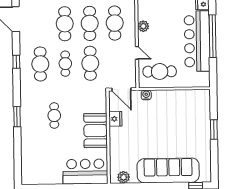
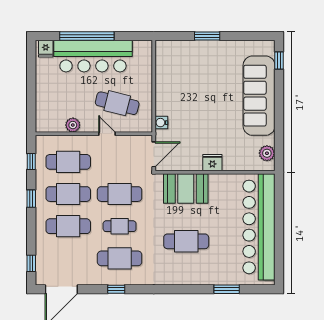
door: (137, 53) -> (107, 134), hinge flipped
cafe table: (160, 71) -> (117, 103), moved, turned -76
cafe table: (54, 116) -> (186, 241), width x1.37, depth x1.35
window: (17, 117) -> (227, 289), moved
fridge: (115, 119) -> (212, 163), moved
booth: (96, 131) -> (186, 188), moved
bar counter: (85, 172) -> (259, 227), width x1.86

